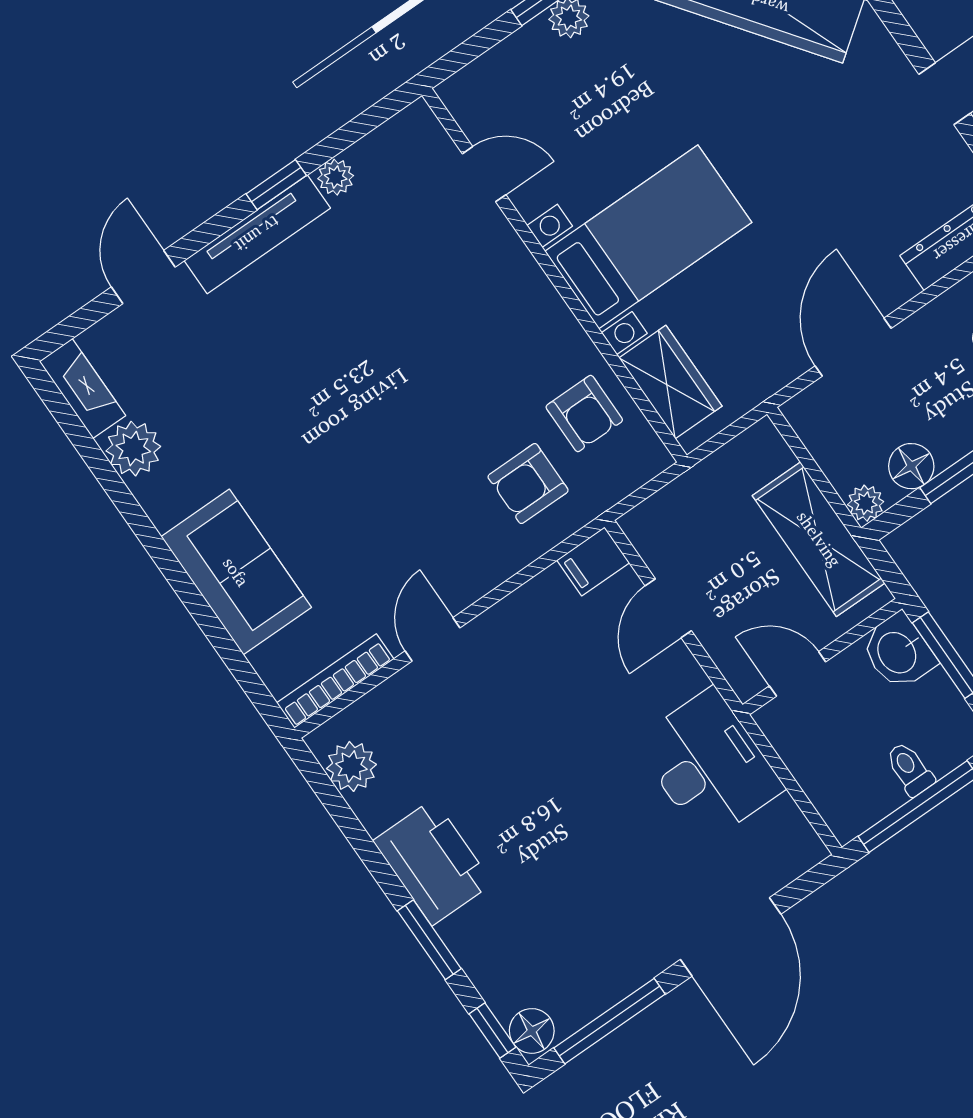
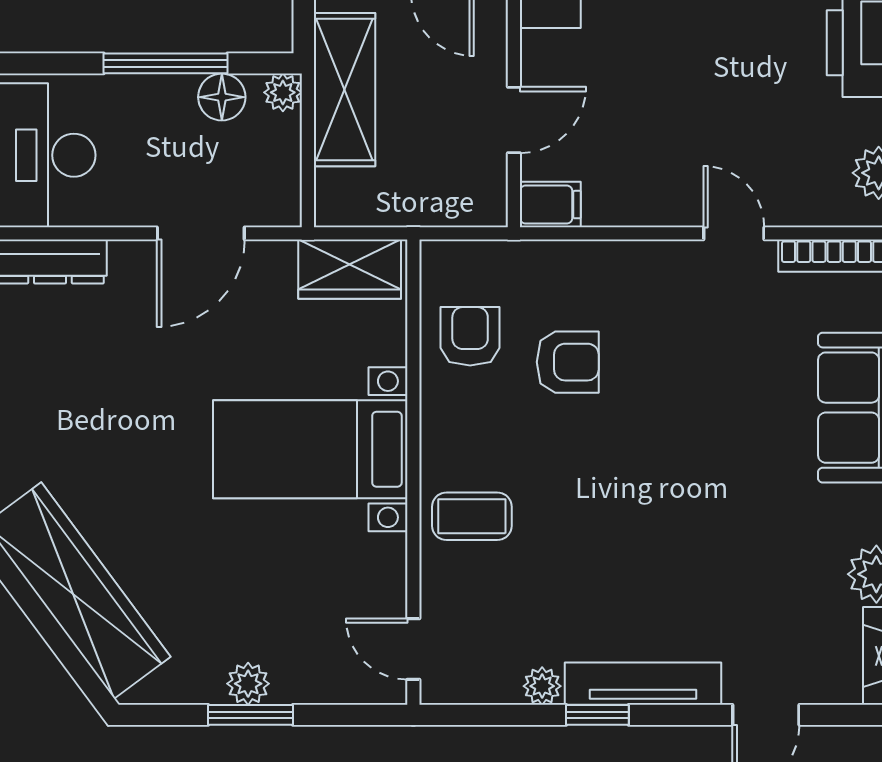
door: (484, 174) -> (413, 649), moved
coffee table: (484, 273) -> (472, 516), added
wardrobe: (671, 382) -> (350, 269), moved, turned -90
armchair: (528, 484) -> (568, 362), moved
door: (433, 639) -> (734, 233), swing flipped

